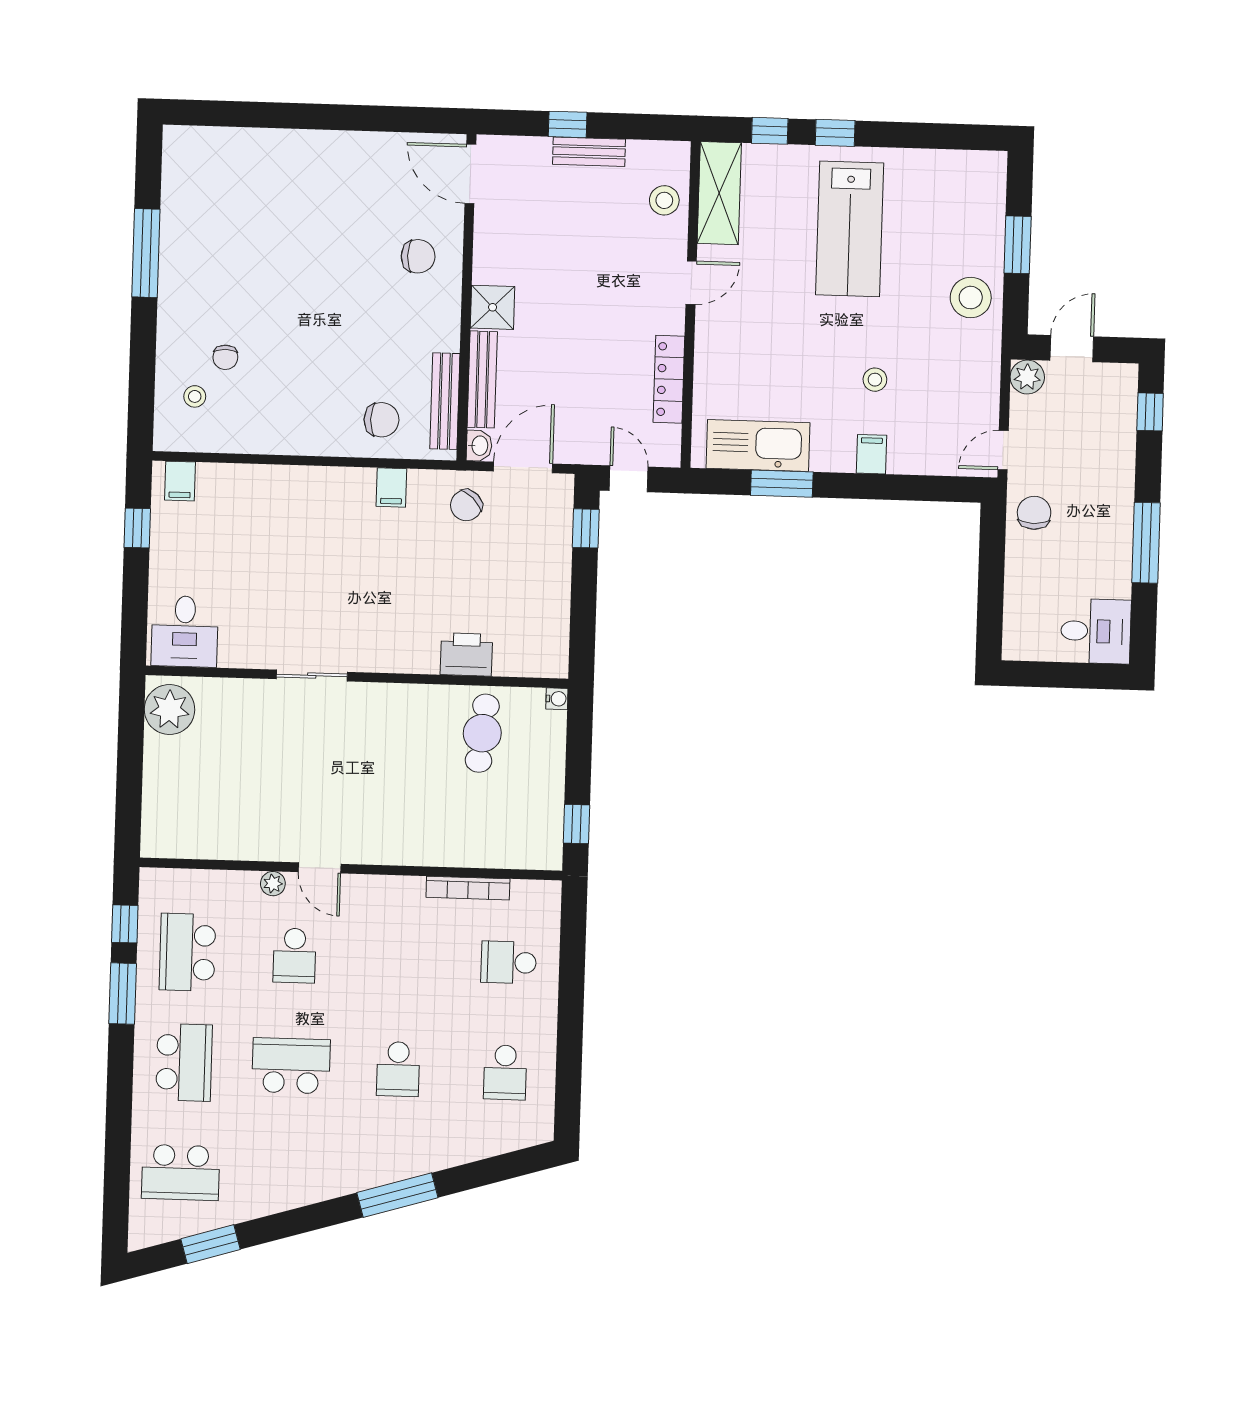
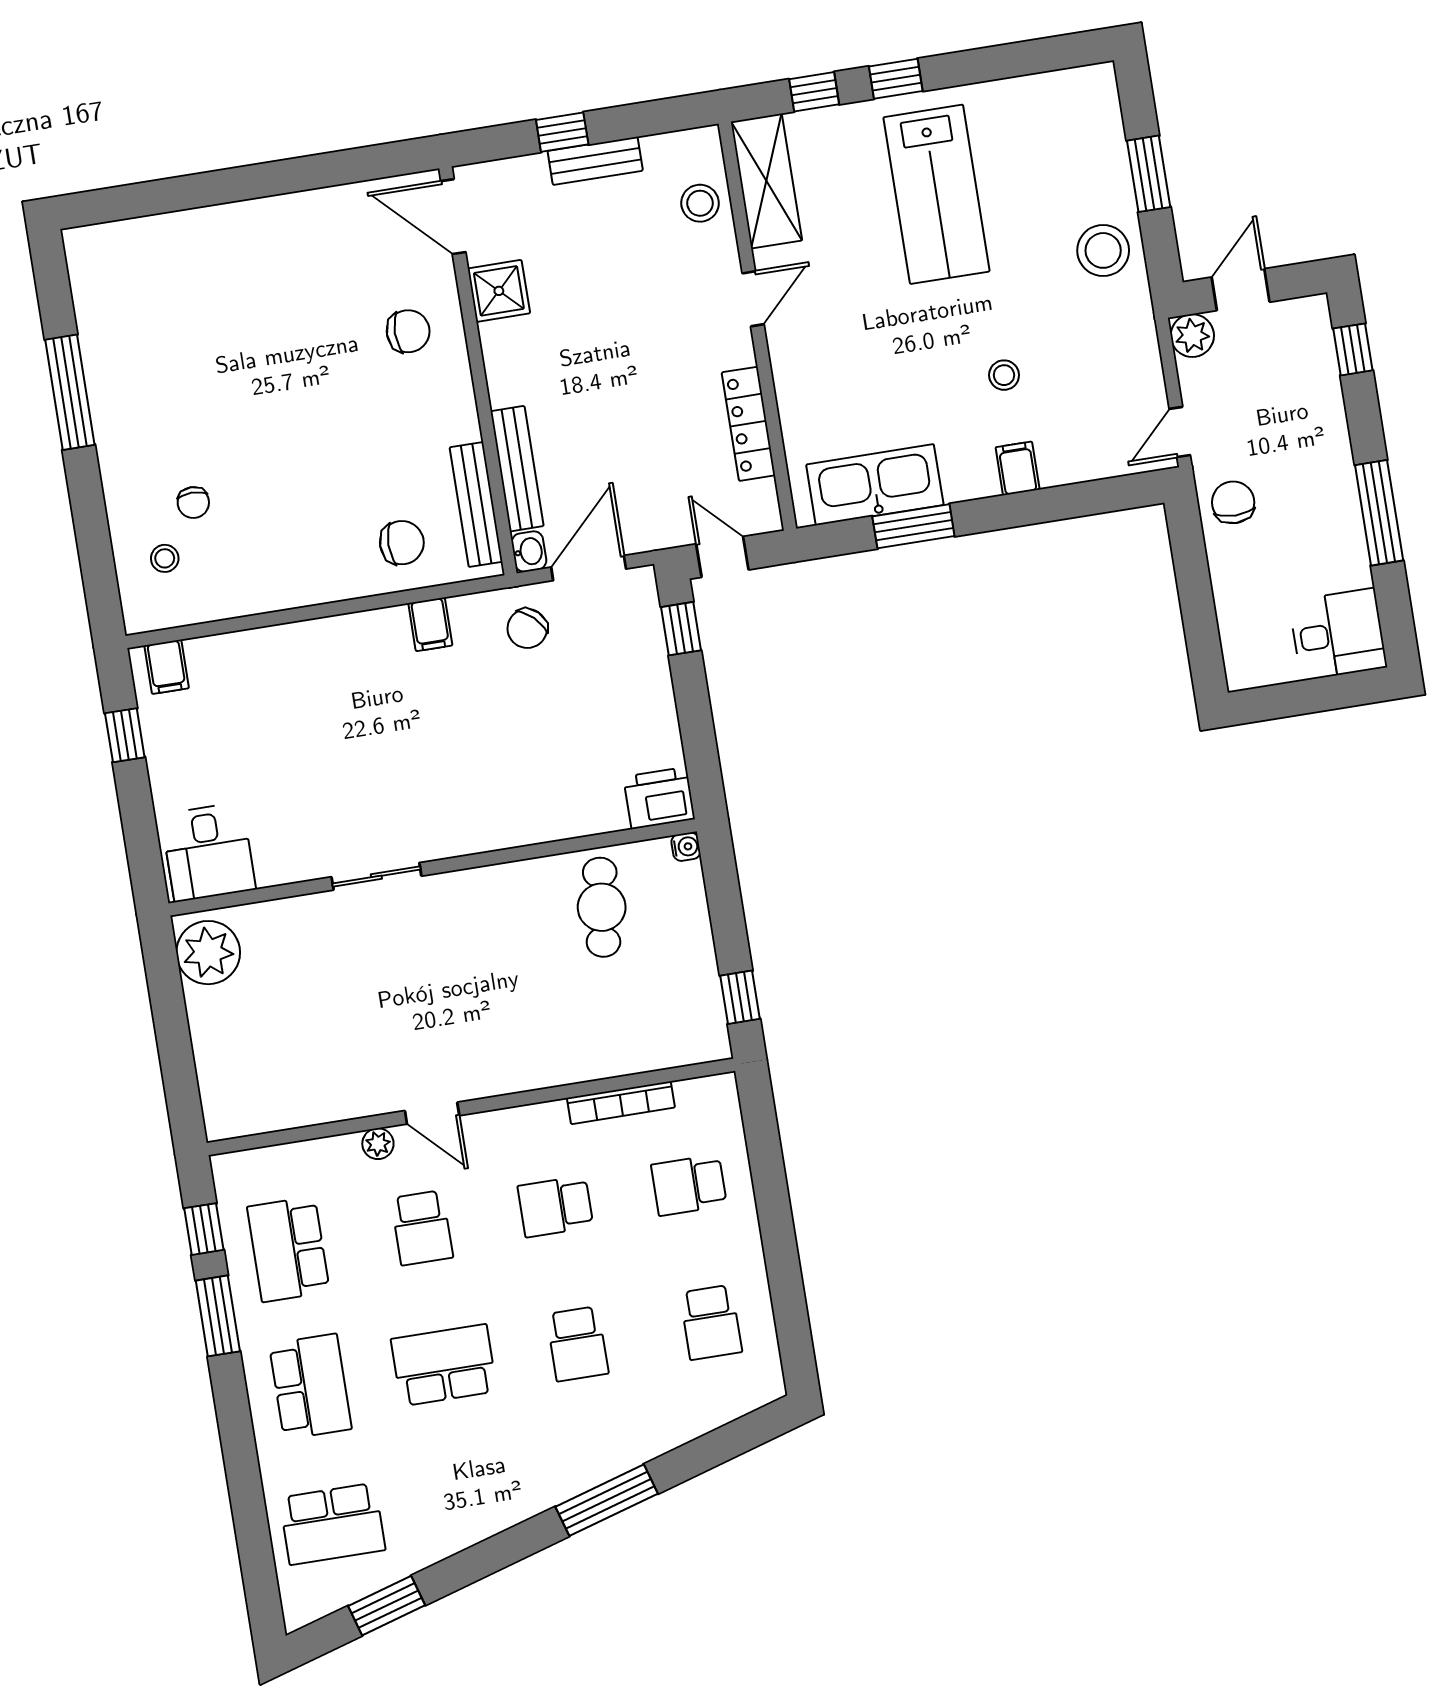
shower: (493, 307) -> (499, 291), moved
printer: (466, 654) -> (659, 798), moved
school desk: (402, 959) -> (555, 1206), added

